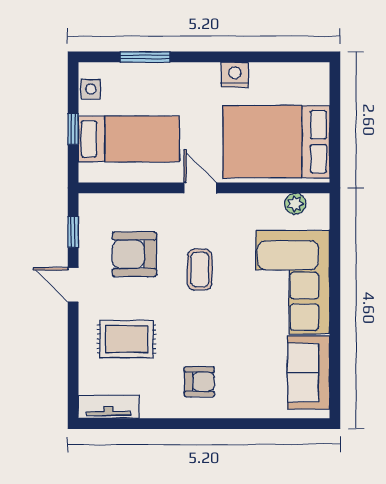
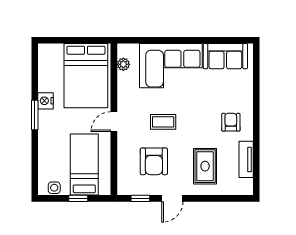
window: (145, 57) -> (35, 115), moved
tv unit: (109, 407) -> (246, 159), moved

